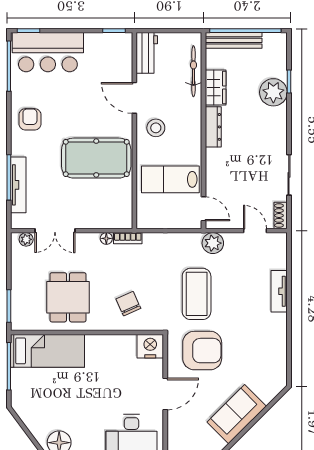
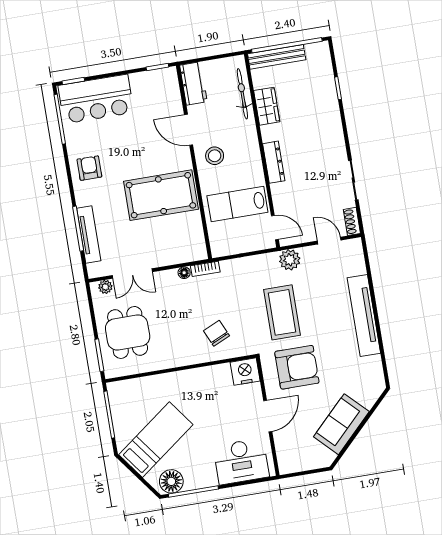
plant: (273, 92) -> (324, 101), removed
dresser: (213, 127) -> (274, 162), moved
tv unit: (279, 291) -> (364, 316), width x1.92, depth x1.29
dining table: (68, 297) -> (128, 332), moved
bed: (47, 351) -> (156, 440), moved, turned -37

